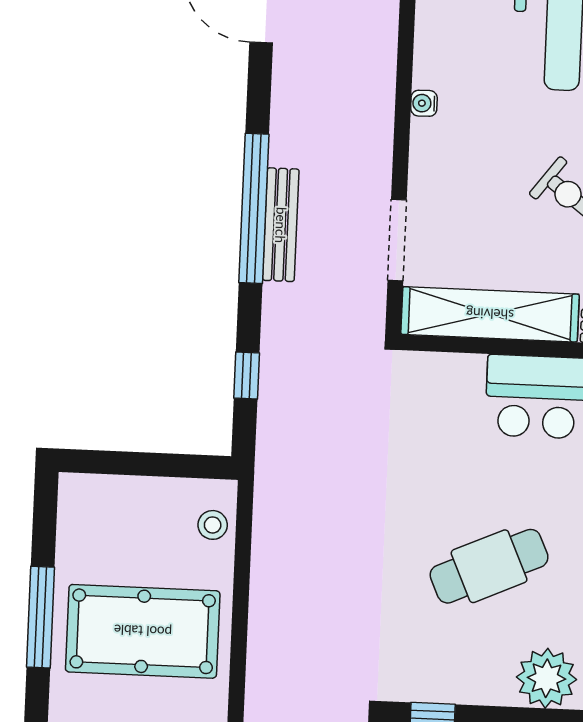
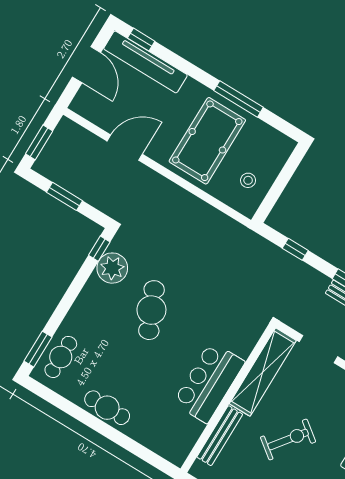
stool: (213, 525) -> (248, 180), moved
plant: (546, 678) -> (112, 268), moved

